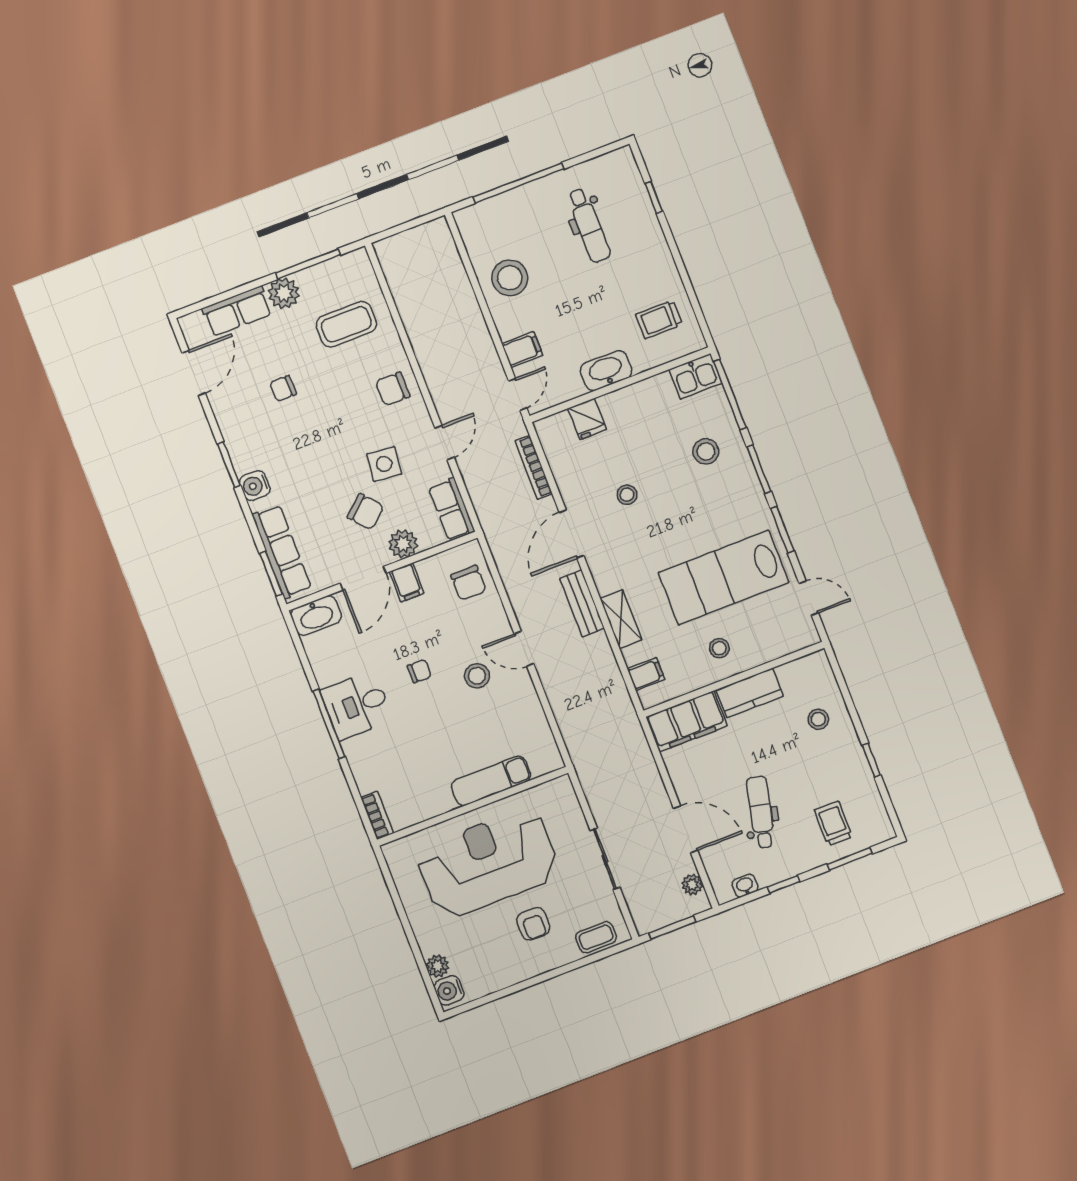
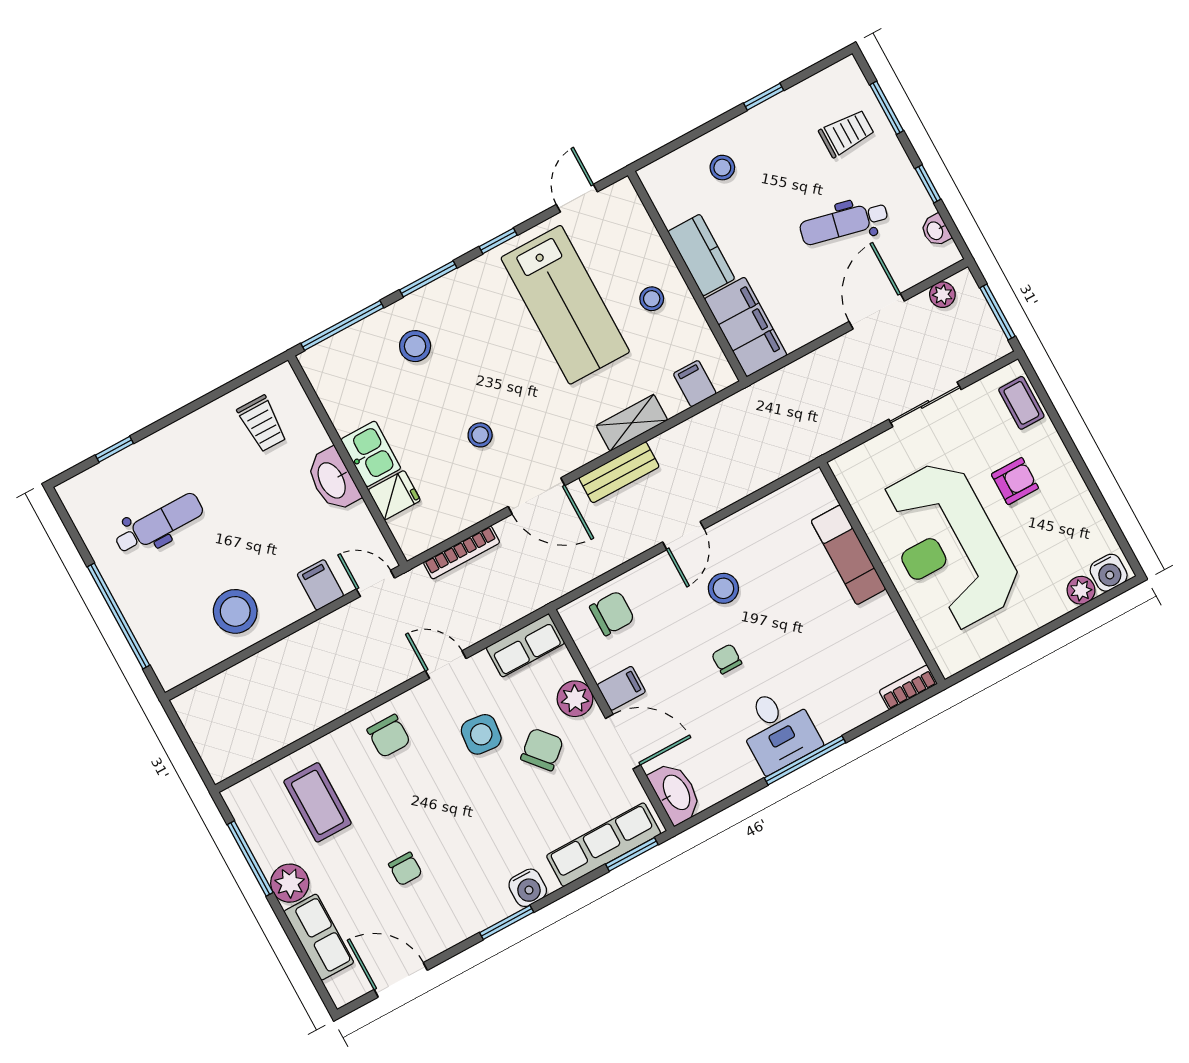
kitchen sink: (696, 376) -> (371, 454), moved
window: (782, 530) -> (498, 241), width x0.67
trolley: (833, 824) -> (847, 133), turned 180

